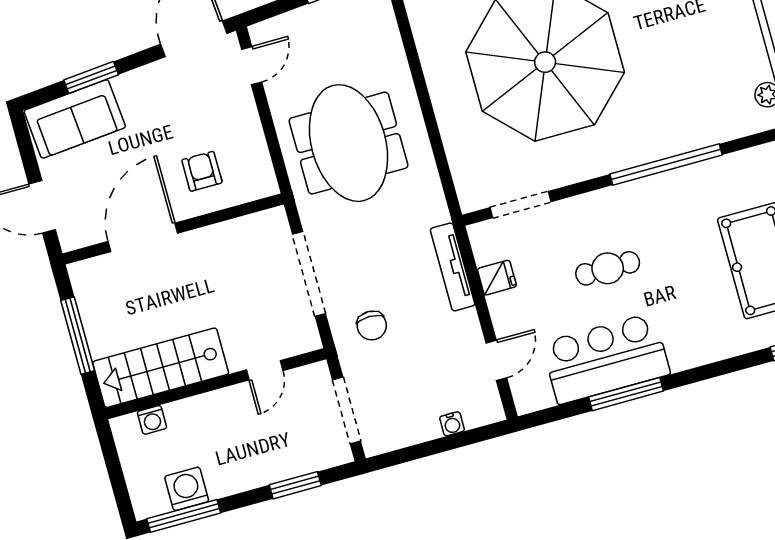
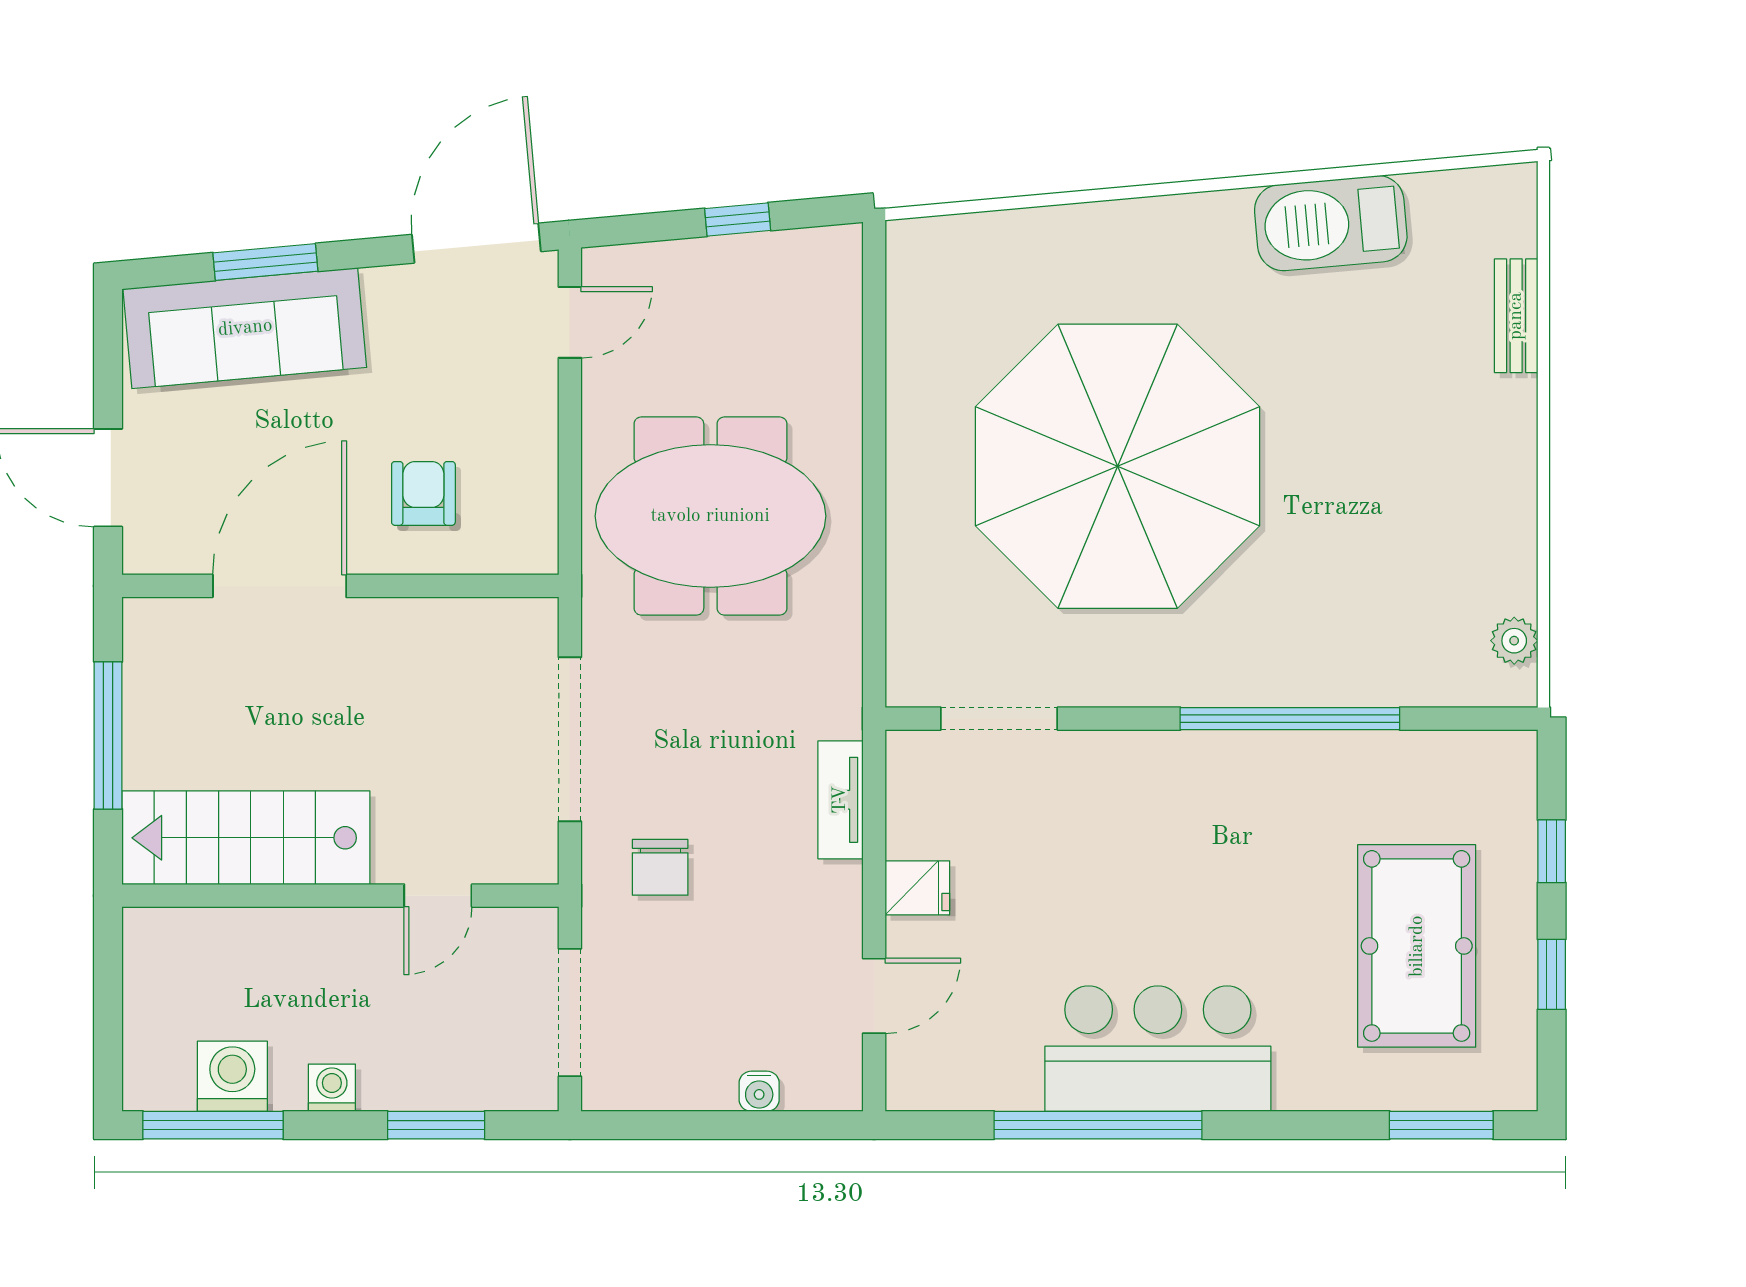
sofa: (75, 119) -> (245, 328), width x1.36
meeting table: (348, 143) -> (710, 516), turned 90
tv unit: (453, 267) -> (840, 800), width x0.71
cafe table: (608, 268) -> (1128, 882), removed
fridge: (497, 278) -> (917, 888), moved
bar counter: (606, 358) -> (1158, 1049), moved
window: (626, 394) -> (1098, 1125), width x1.46
washing machine: (152, 420) -> (332, 1088), moved, turned 180

